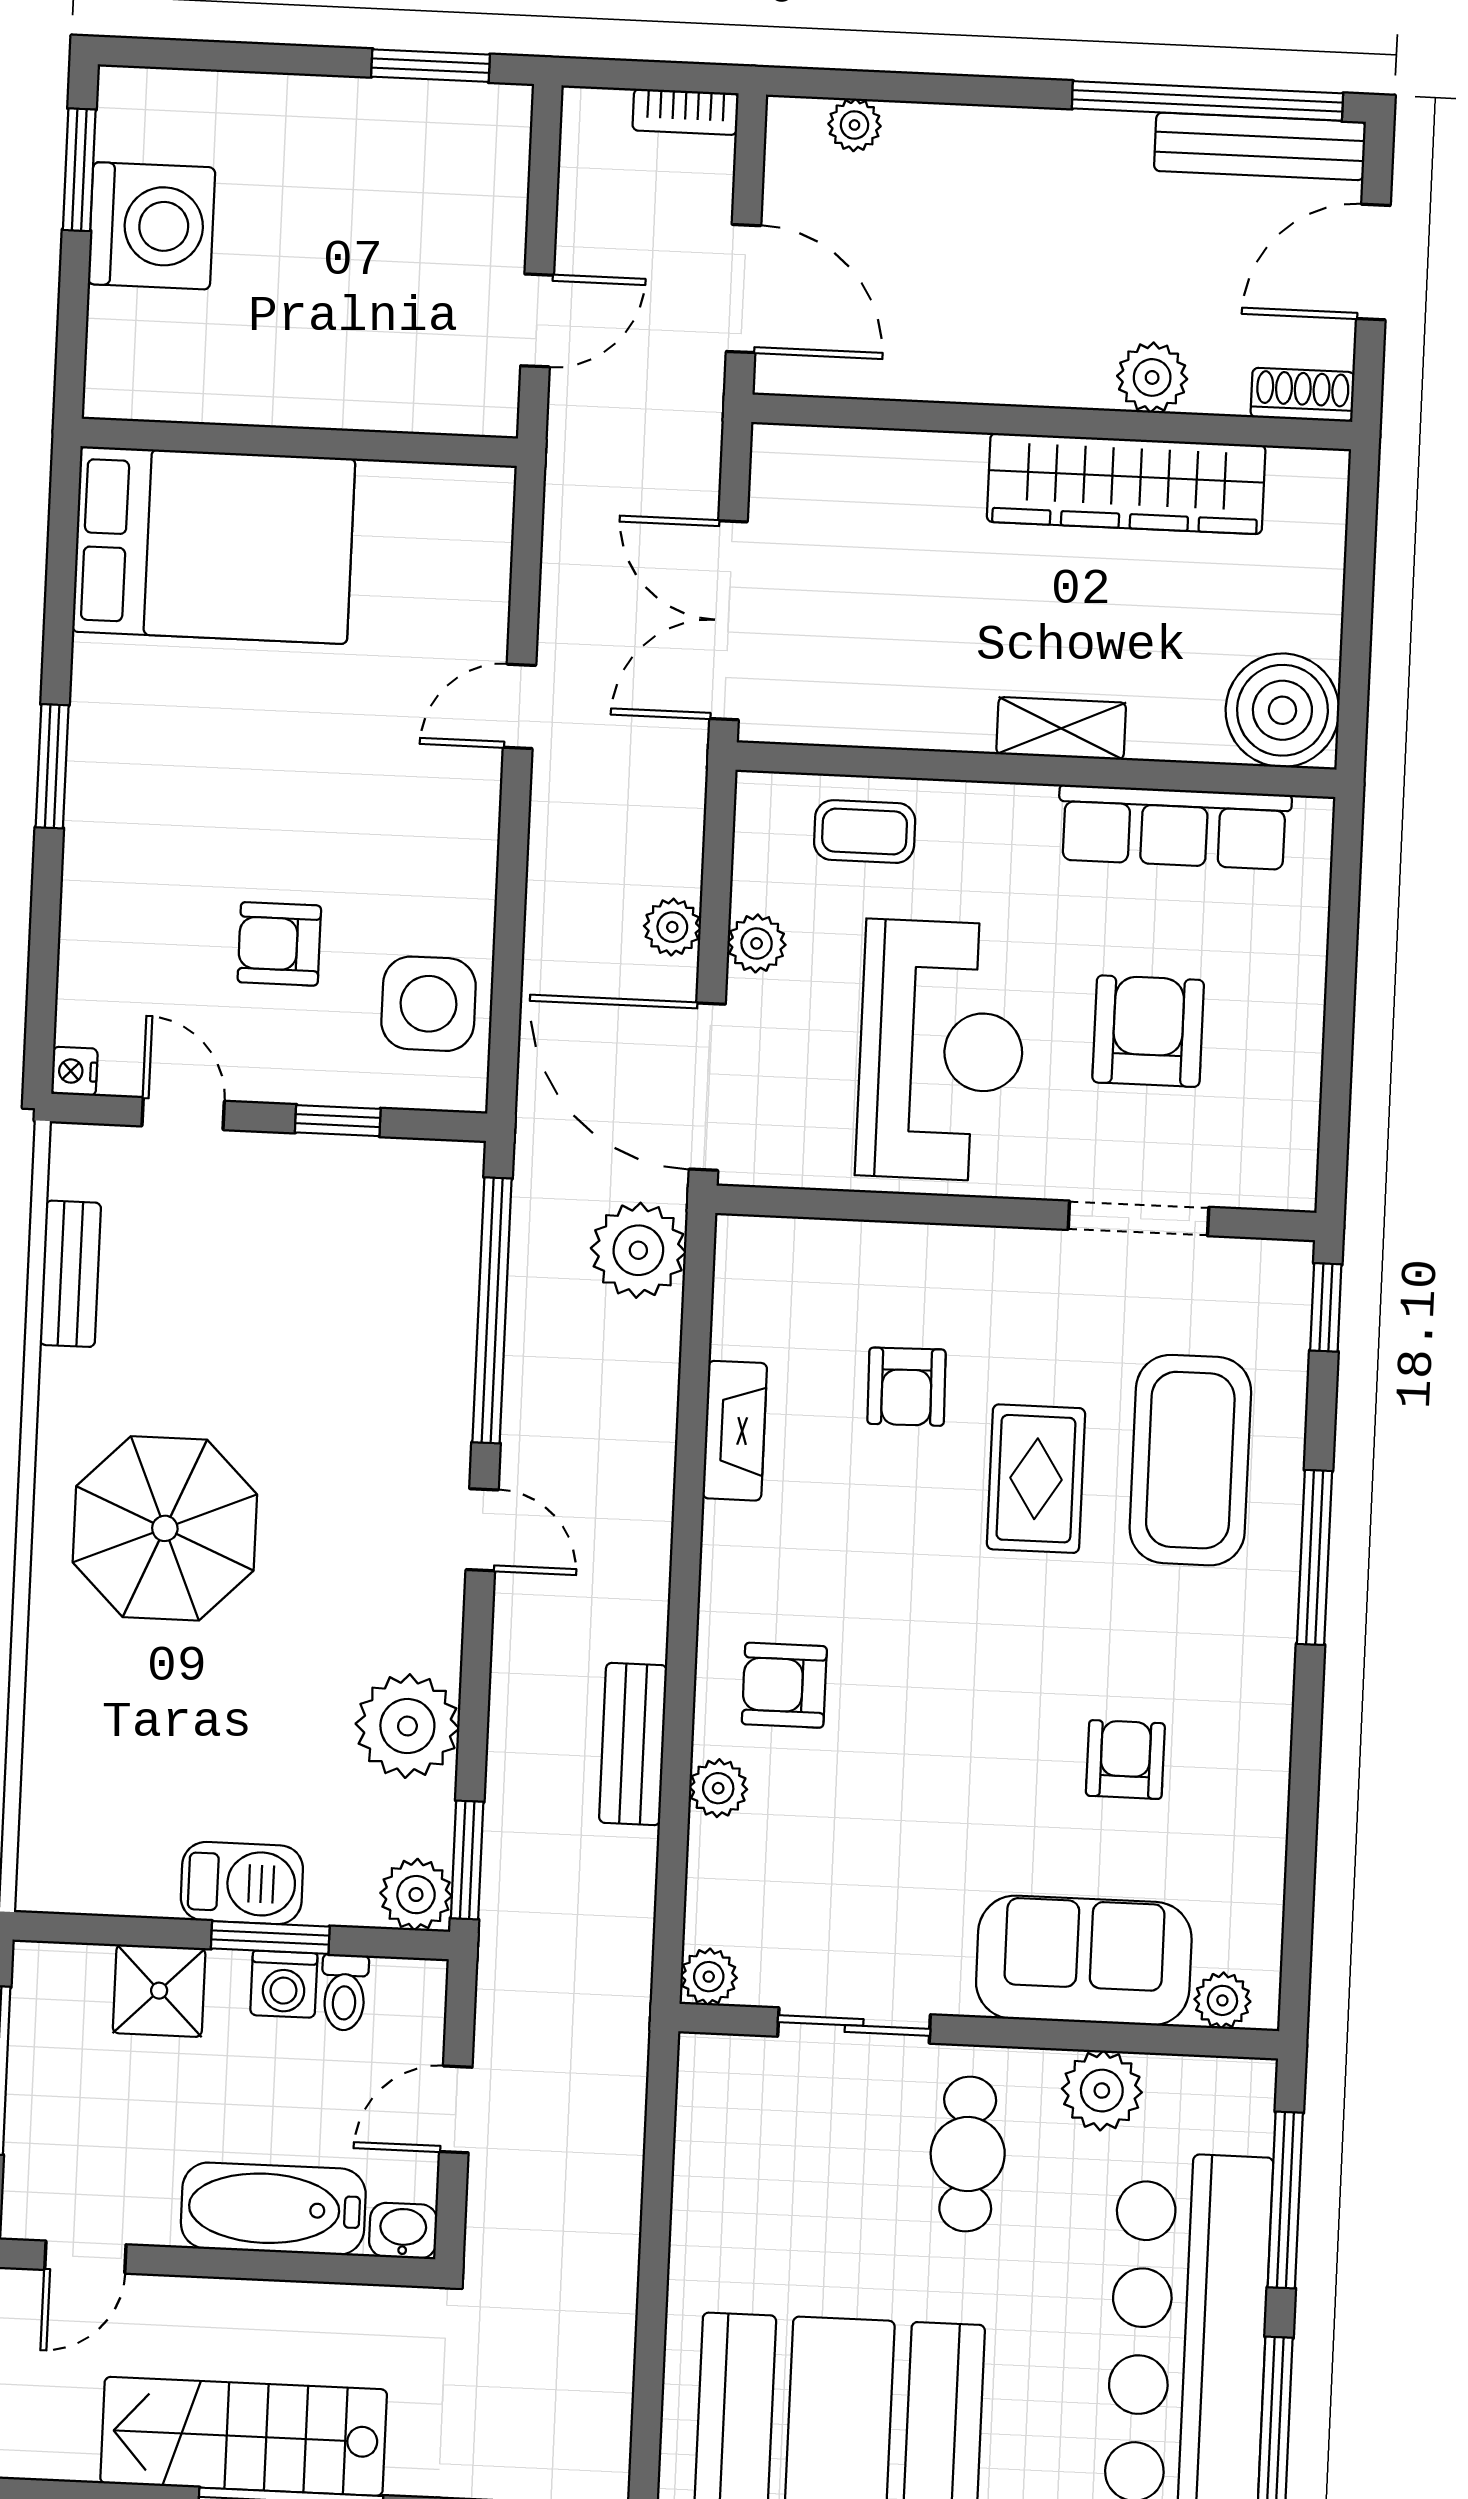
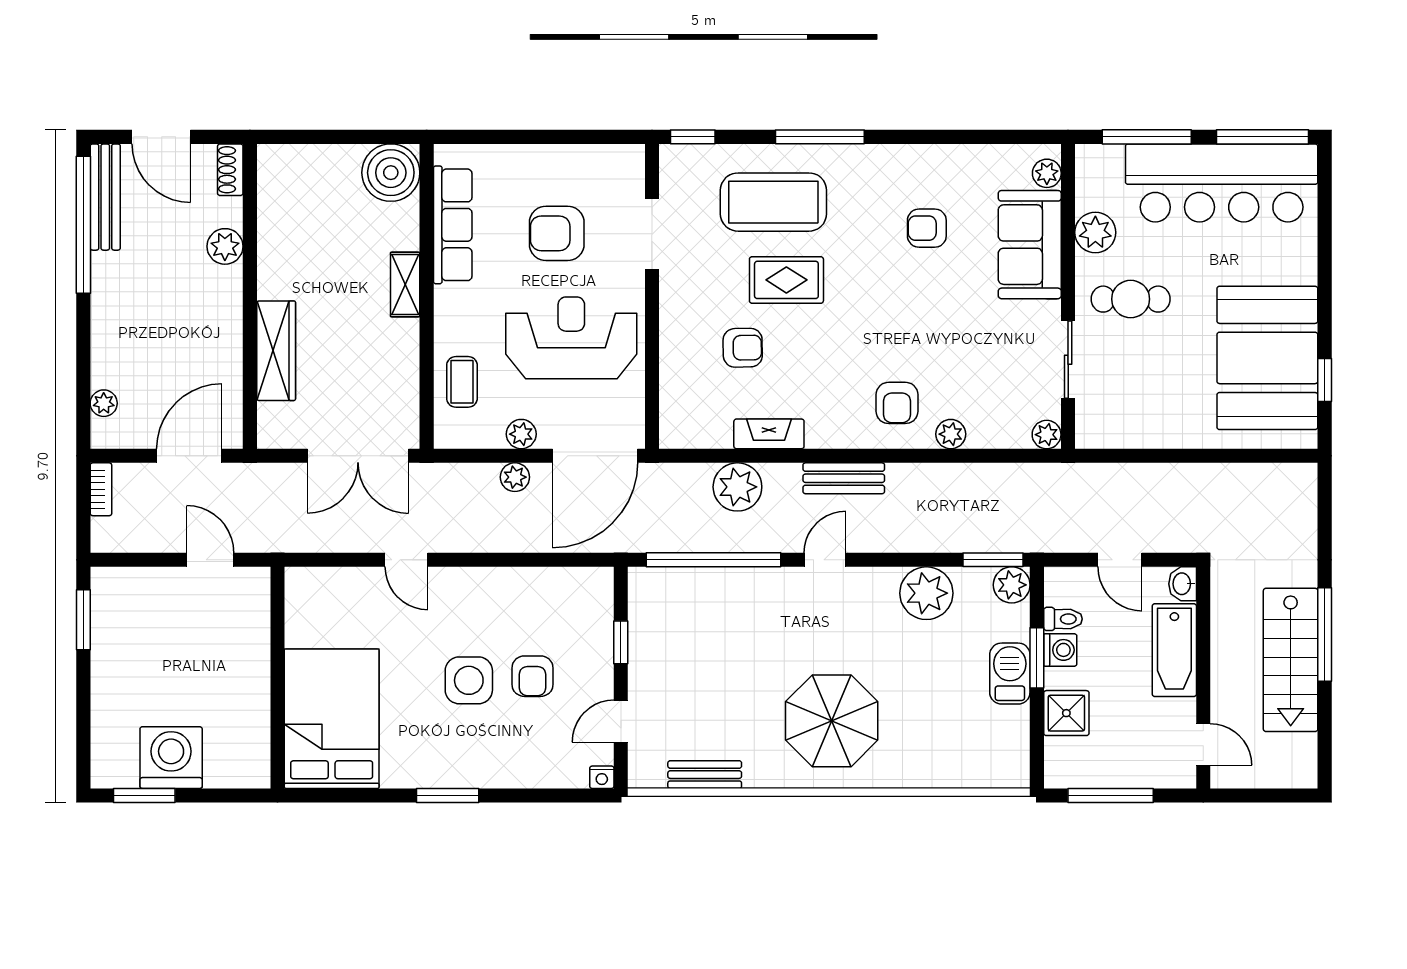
wardrobe: (1126, 484) -> (276, 351), moved, width x0.71, depth x0.85
side table: (429, 1004) -> (469, 680), moved
plant: (638, 1250) -> (737, 487), moved
bench: (633, 1744) -> (844, 478), moved

